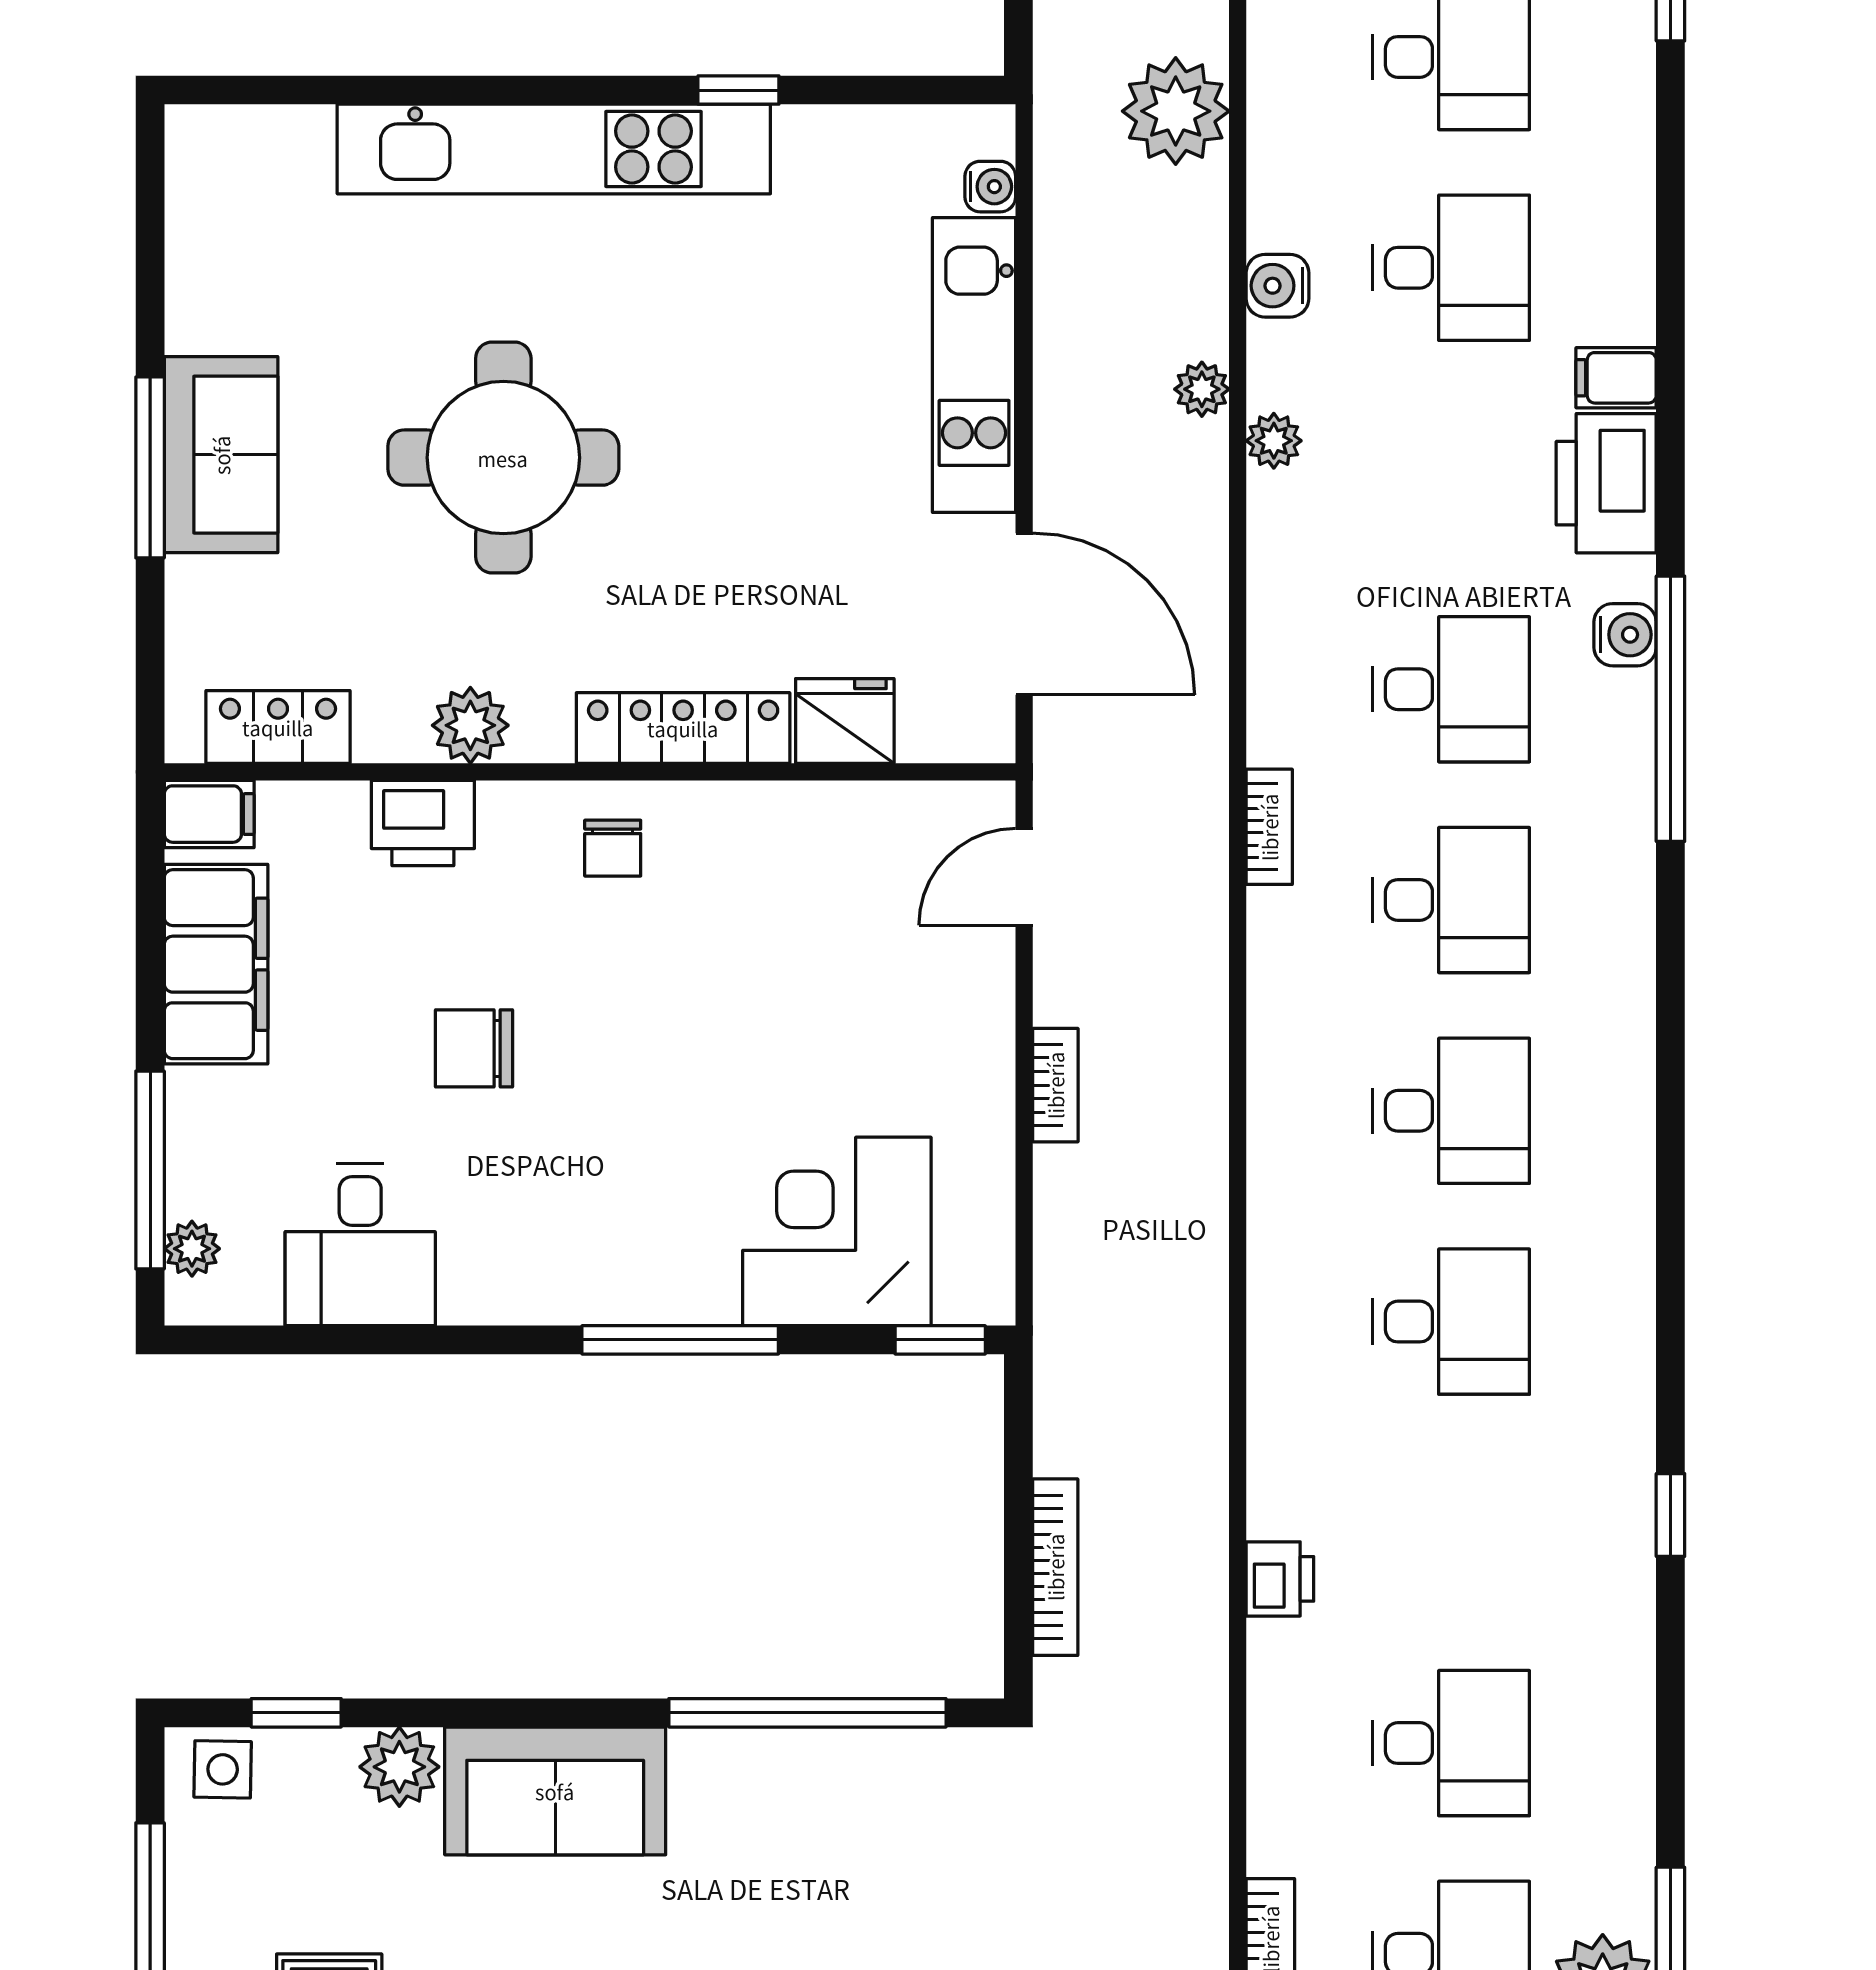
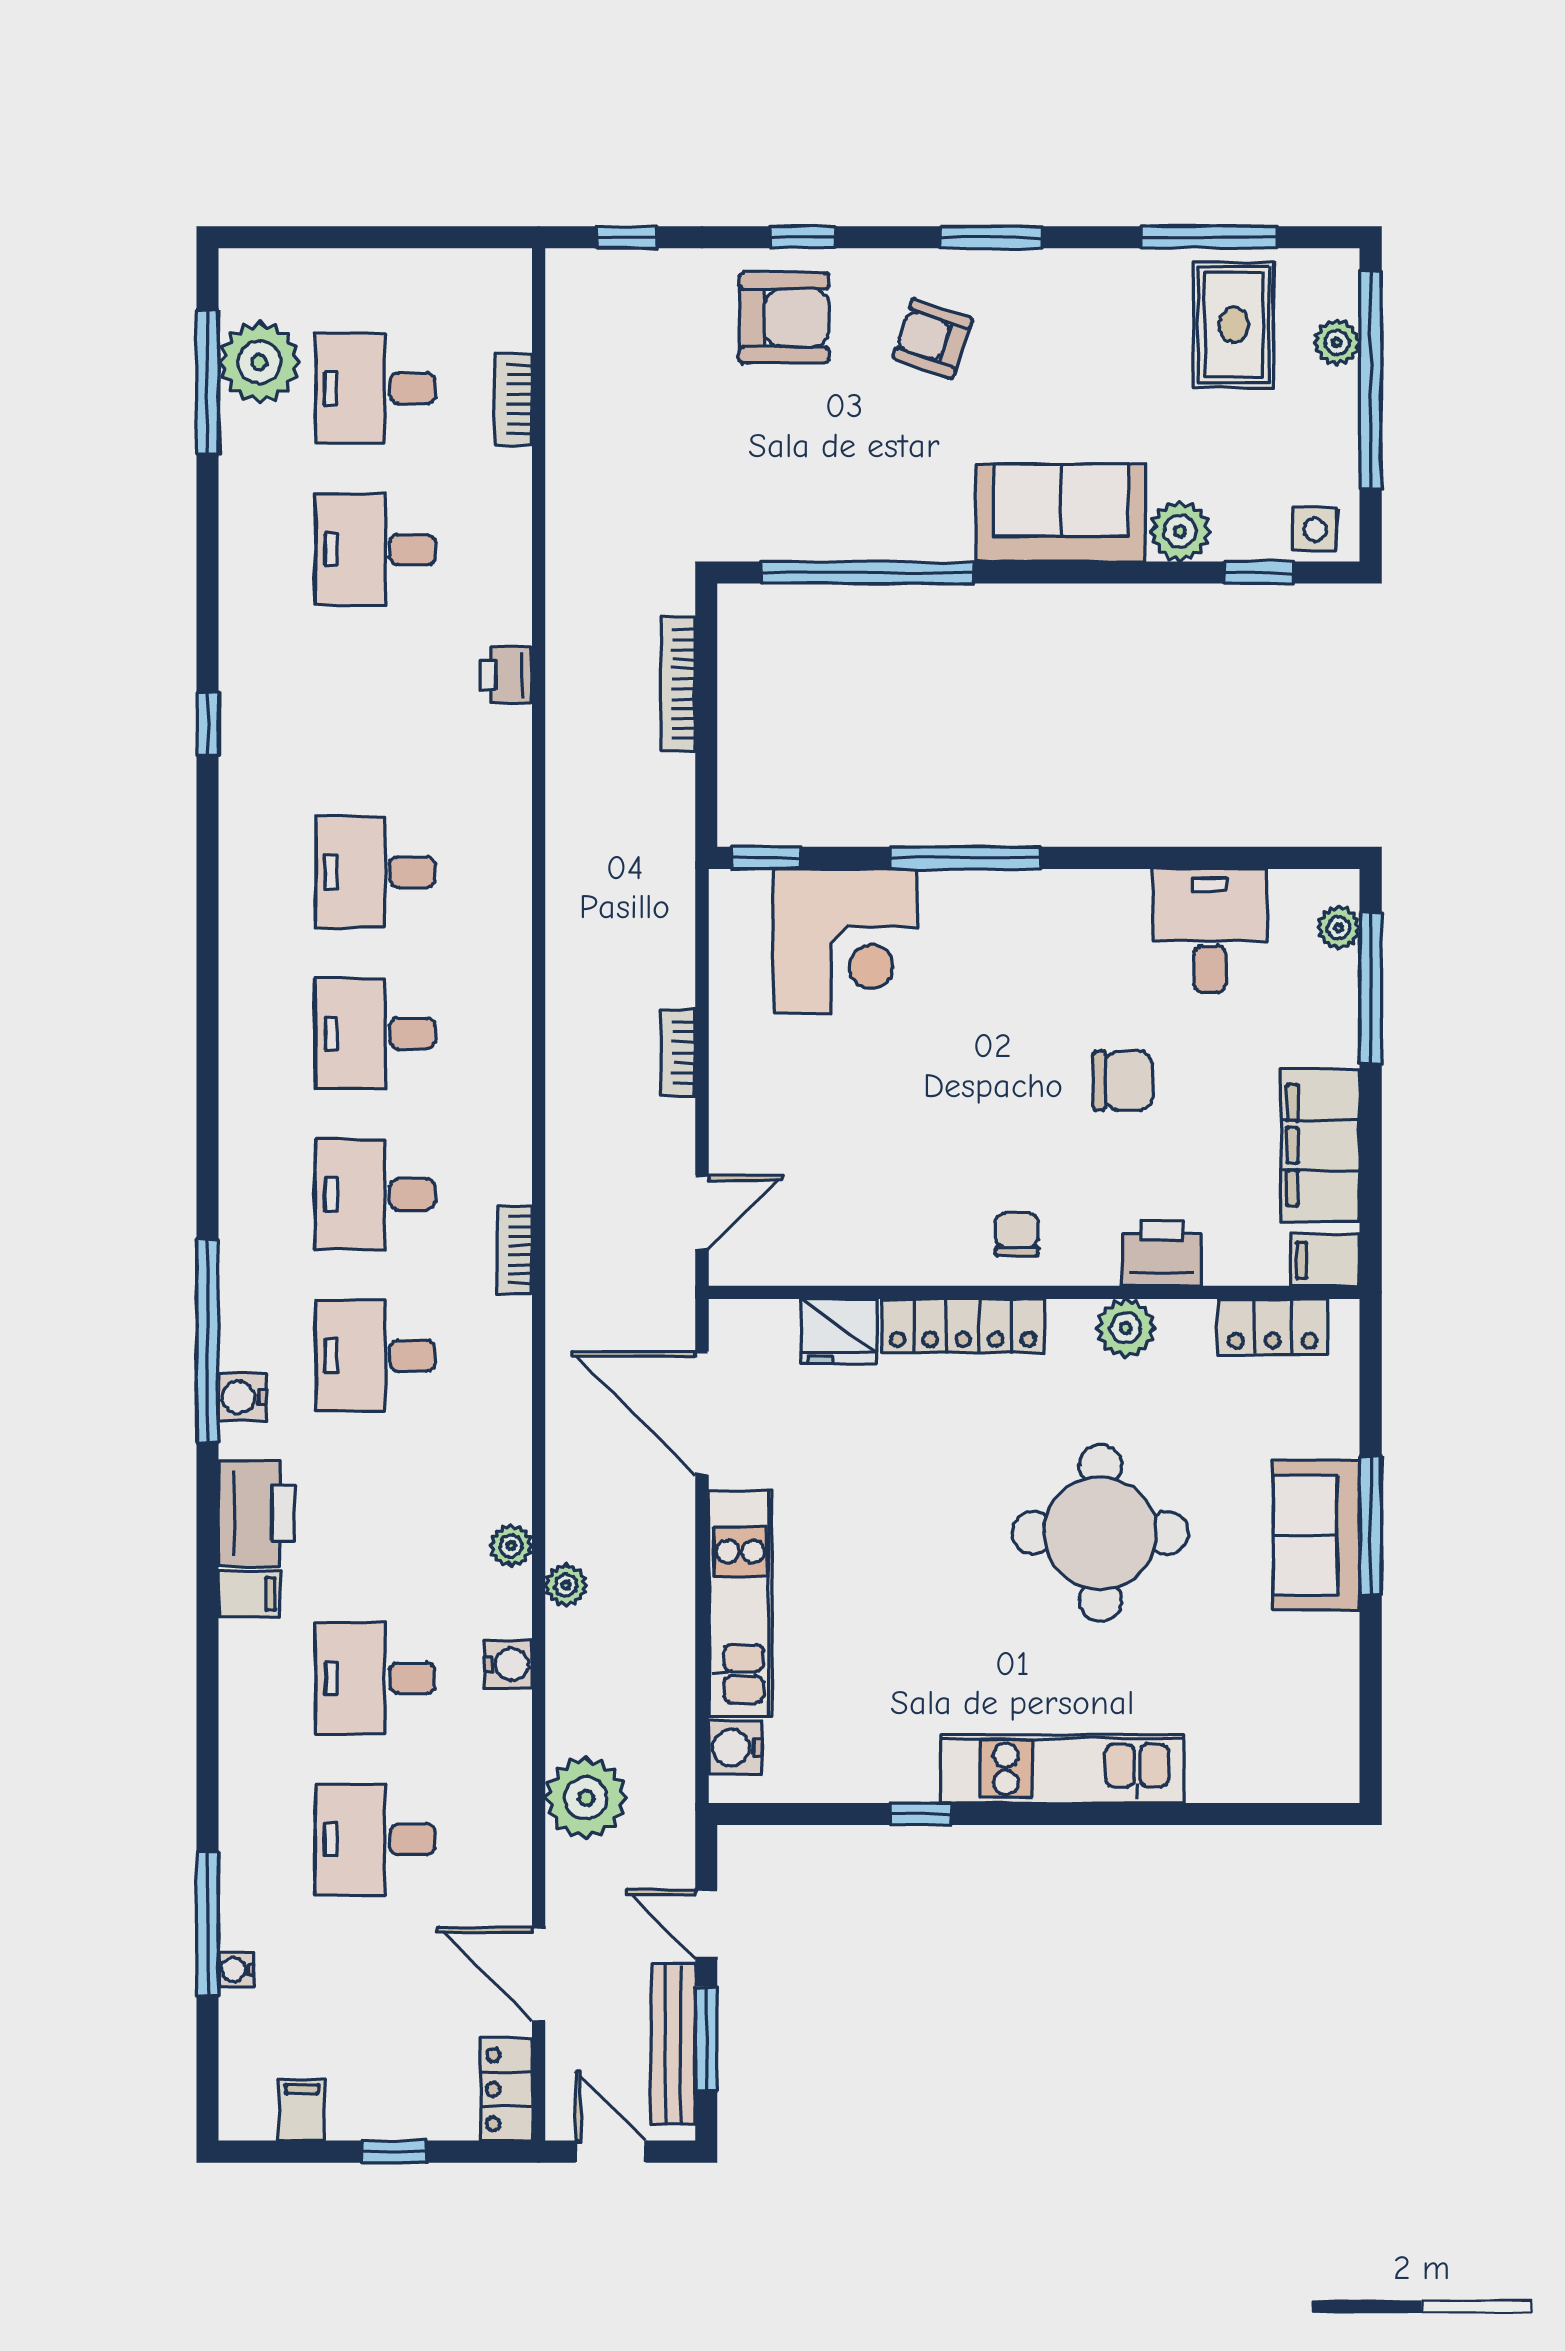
kitchen unit: (554, 149) -> (1062, 1769), width x0.73
water cooler: (990, 187) -> (735, 1748), width x1.38, depth x1.38

